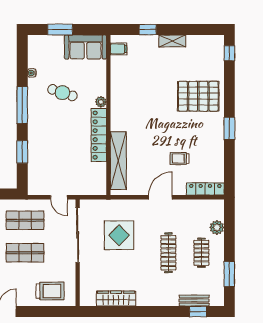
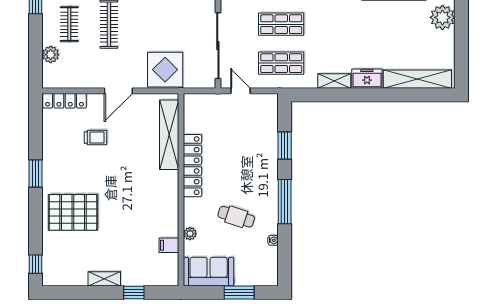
filing cabinet: (119, 49) -> (169, 245), moved
plant: (101, 102) -> (190, 234), moved
display table: (119, 235) -> (165, 70), moved

